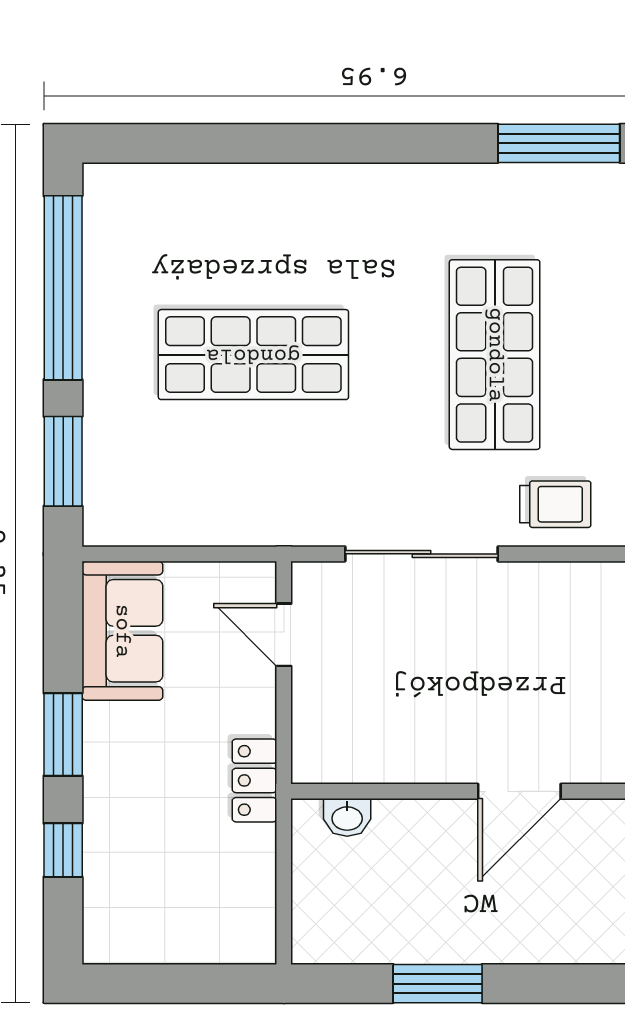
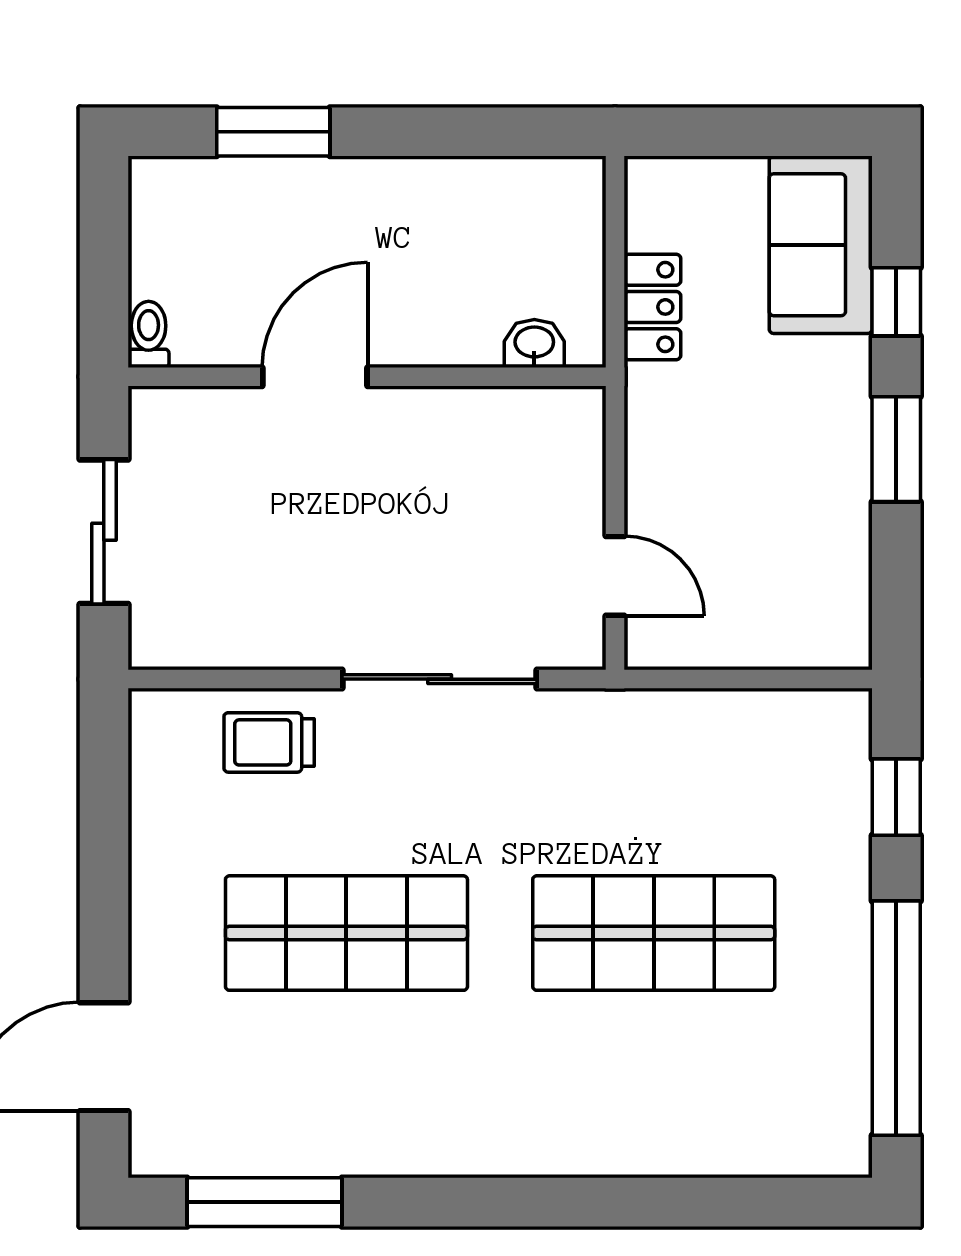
shop shelf: (495, 355) -> (346, 933), turned 90
window: (63, 461) -> (896, 797), width x0.67
sofa: (122, 631) -> (821, 245), moved
locker: (254, 780) -> (652, 307), moved
window: (438, 984) -> (273, 132), moved

